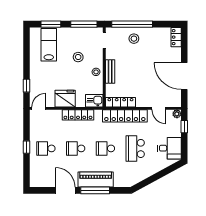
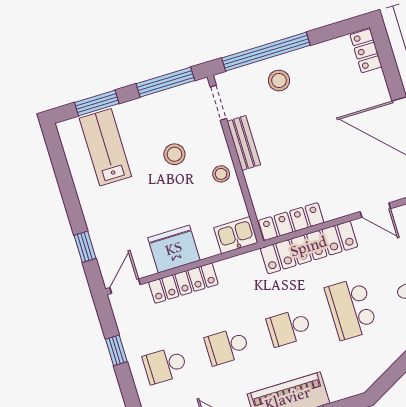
bench: (110, 71) -> (244, 143), moved
locker: (78, 115) -> (183, 283), moved
window: (26, 147) -> (116, 350), moved

